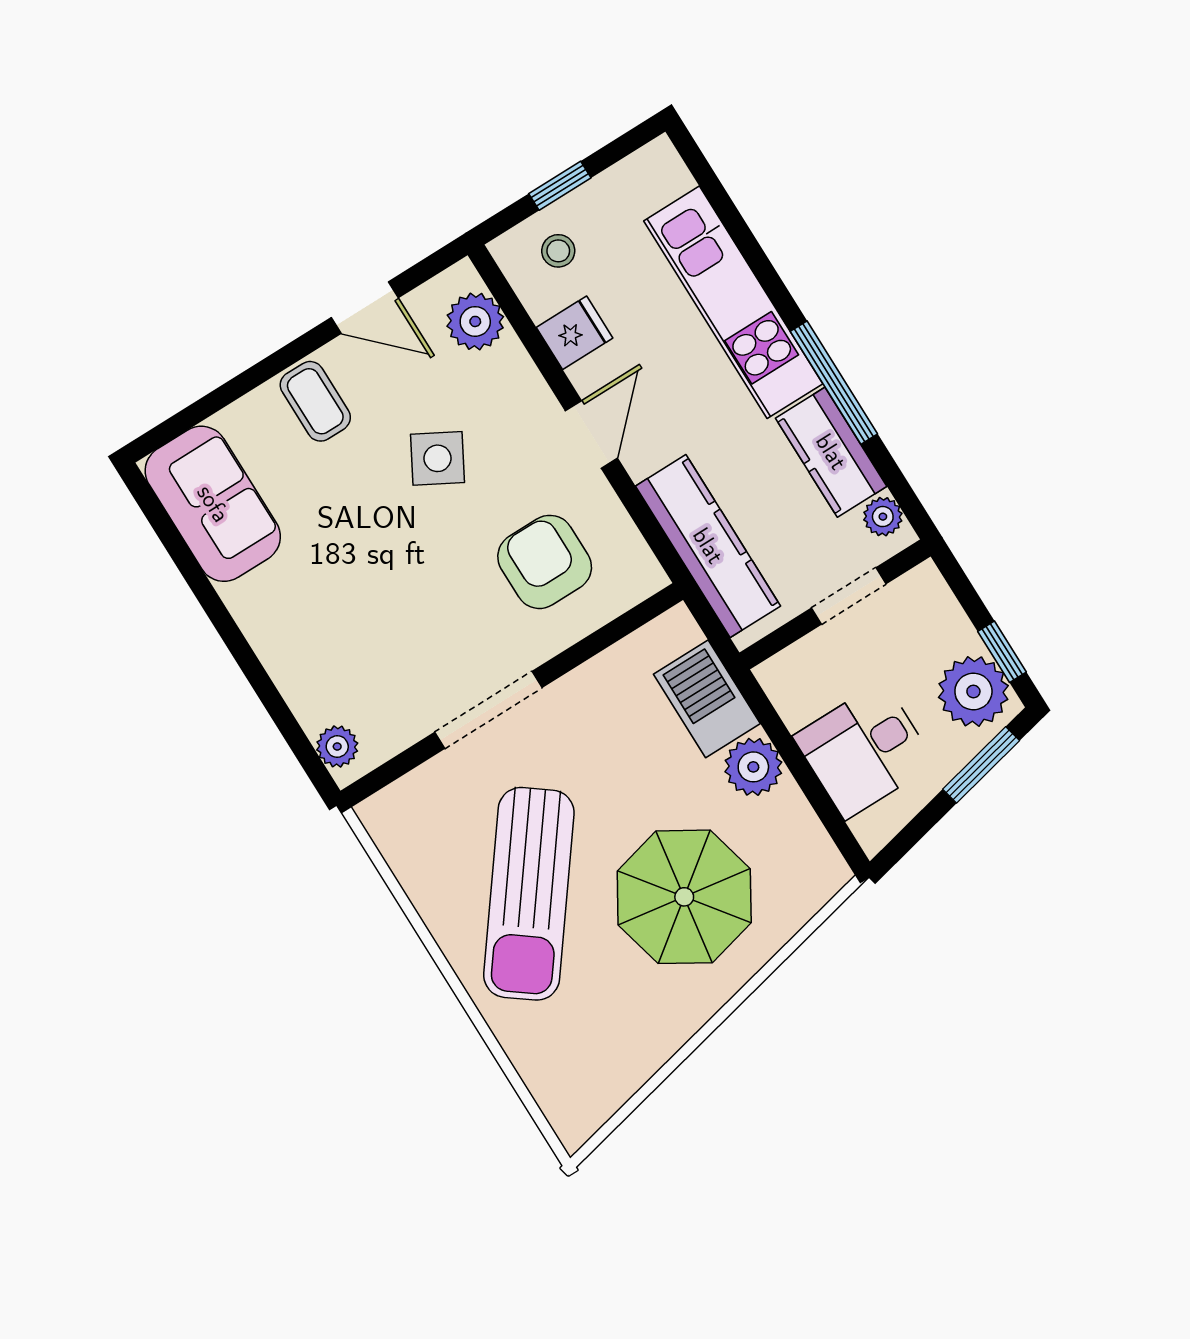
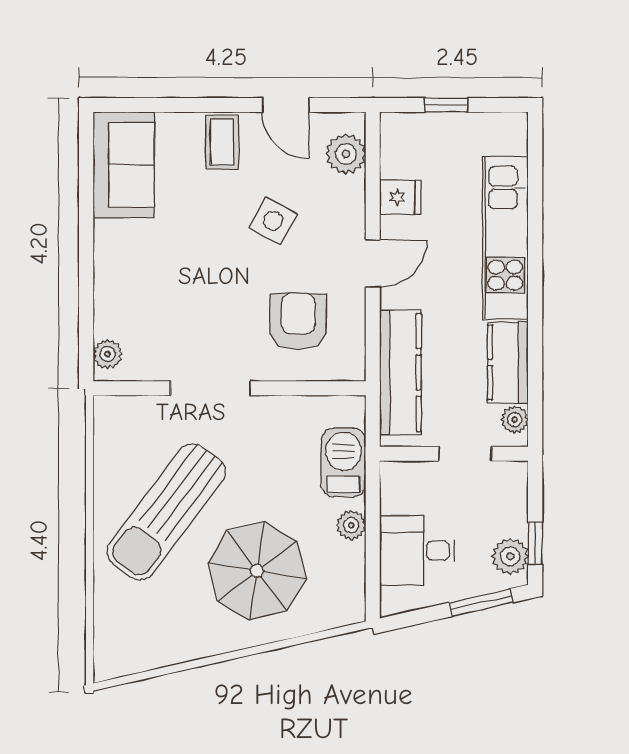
stool: (558, 251) -> (421, 143), removed
window: (834, 383) -> (535, 322), removed
plant: (973, 691) -> (510, 556), width x0.73, depth x0.73
plant: (753, 767) -> (351, 525), width x0.73, depth x0.73

